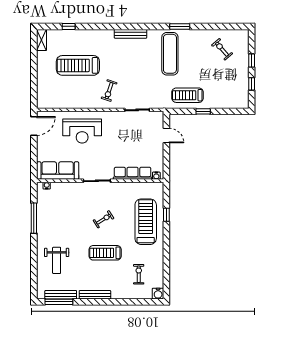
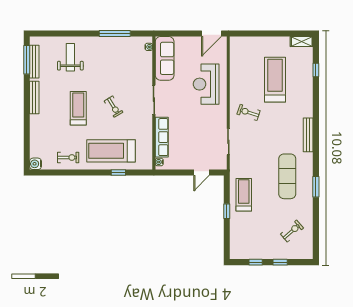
exercise mat: (170, 54) -> (287, 176), turned 90
door: (34, 126) -> (212, 33), hinge flipped
treadmill: (146, 222) -> (111, 151), turned 180
weight bench: (57, 260) -> (70, 57), turned 90
exercise bike: (139, 274) -> (68, 157), moved

